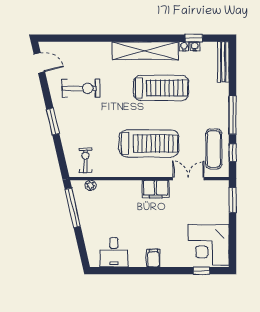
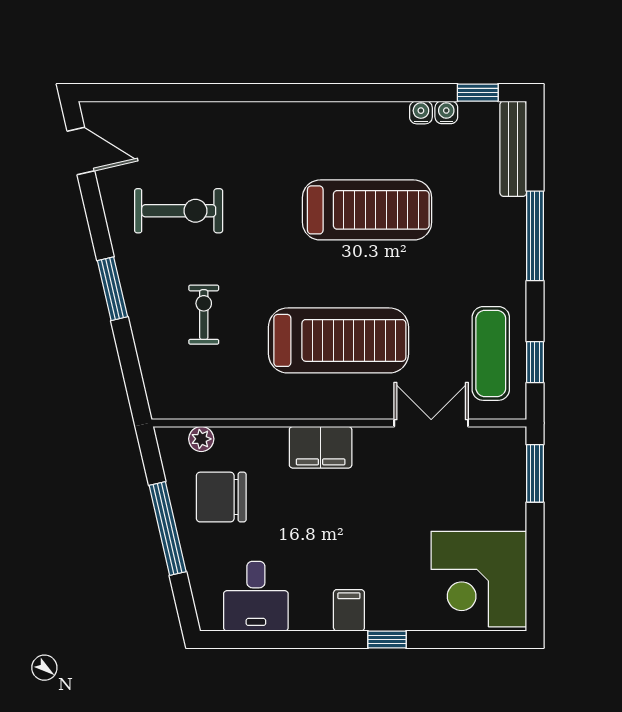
window: (194, 38) -> (478, 93), moved
shelving: (145, 51) -> (329, 122), removed
window: (233, 115) -> (535, 236), moved
exercise bike: (86, 160) -> (204, 315), moved
filing cabinet: (156, 189) -> (321, 447), moved
window: (73, 208) -> (168, 528), moved
chair: (99, 210) -> (221, 497), added
window: (202, 271) -> (387, 639), moved

